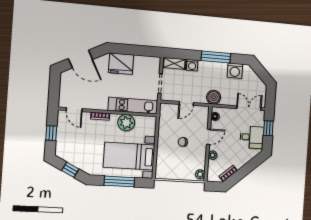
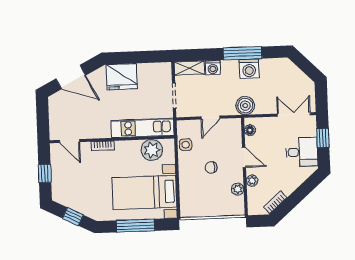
washing machine: (235, 71) -> (249, 69), moved
side table: (165, 122) -> (186, 145), added
plant: (126, 123) -> (152, 150), moved
door: (208, 137) -> (244, 157), hinge flipped
plant: (200, 174) -> (238, 189), moved

